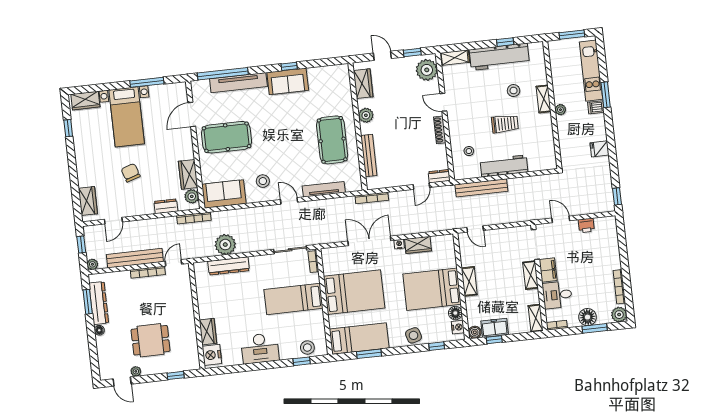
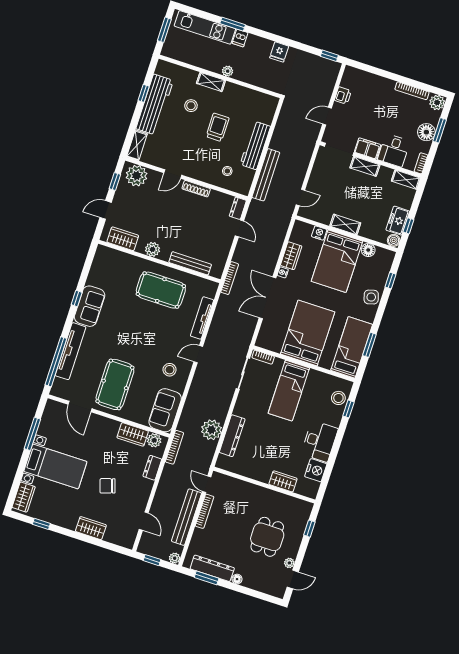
wardrobe: (88, 201) -> (91, 528), moved
nightstand: (458, 327) -> (319, 233), moved
nightstand: (212, 355) -> (316, 470), moved, turned -90

